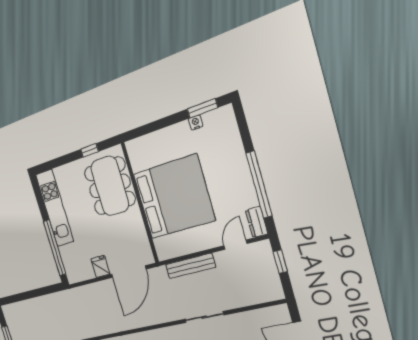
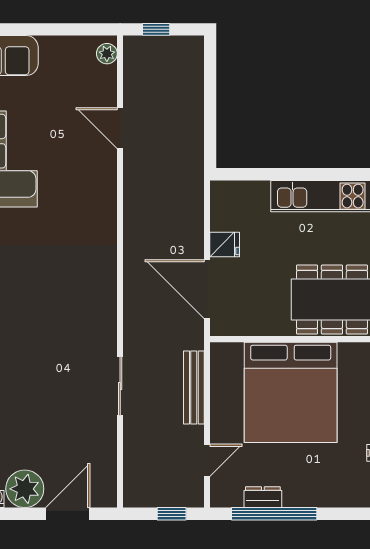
dresser: (257, 222) -> (263, 497), moved
door: (235, 245) -> (207, 460), hinge flipped
window: (55, 248) -> (270, 174), removed

